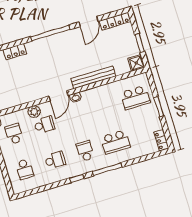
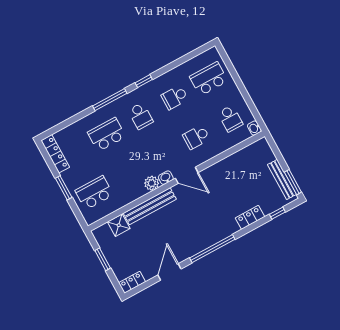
locker: (115, 21) -> (132, 282), width x0.66
shower: (136, 63) -> (119, 225), moved
door: (58, 96) -> (187, 175), swing flipped
plant: (34, 112) -> (152, 183), moved
locker: (161, 140) -> (55, 154), width x1.53
school desk: (25, 169) -> (209, 79), width x1.85

